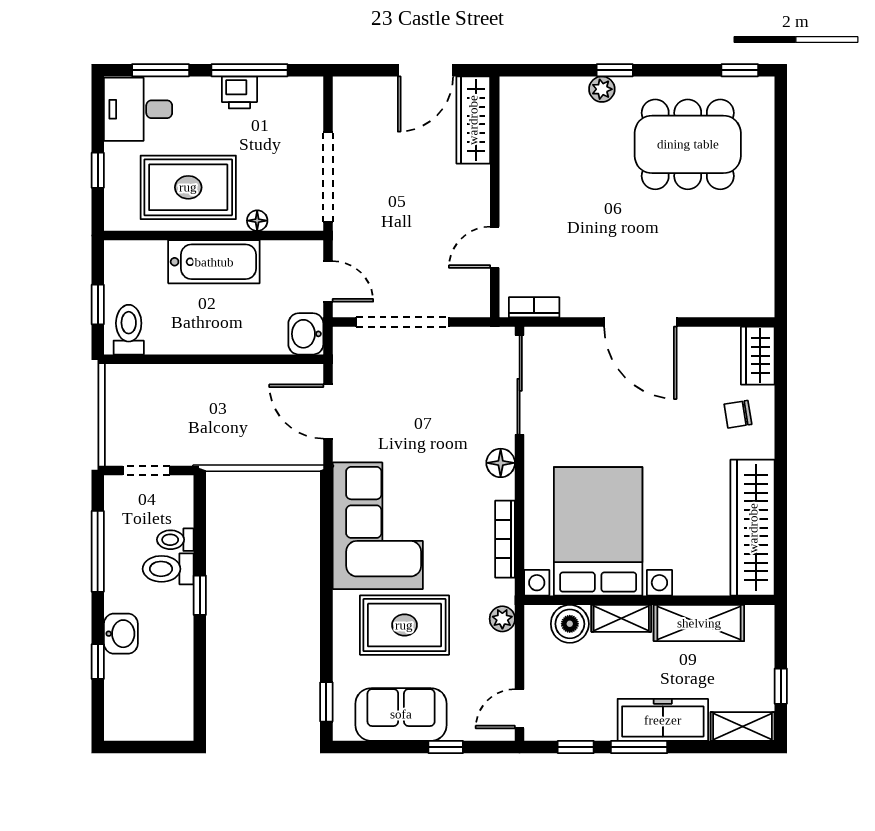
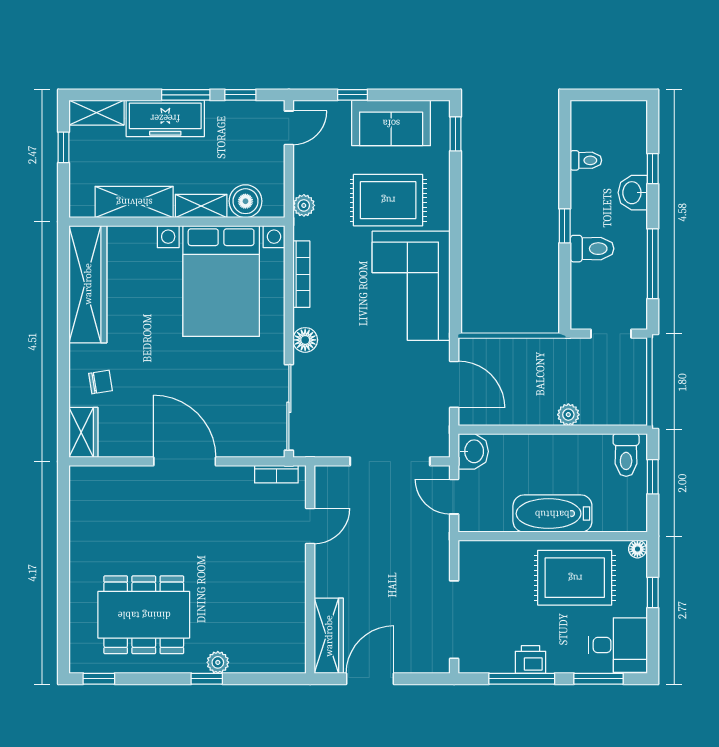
doorway: (328, 177) -> (454, 620), moved
floor lamp: (257, 221) -> (637, 549), moved
plant: (196, 376) -> (568, 415), added
toilet: (175, 540) -> (586, 160), moved

